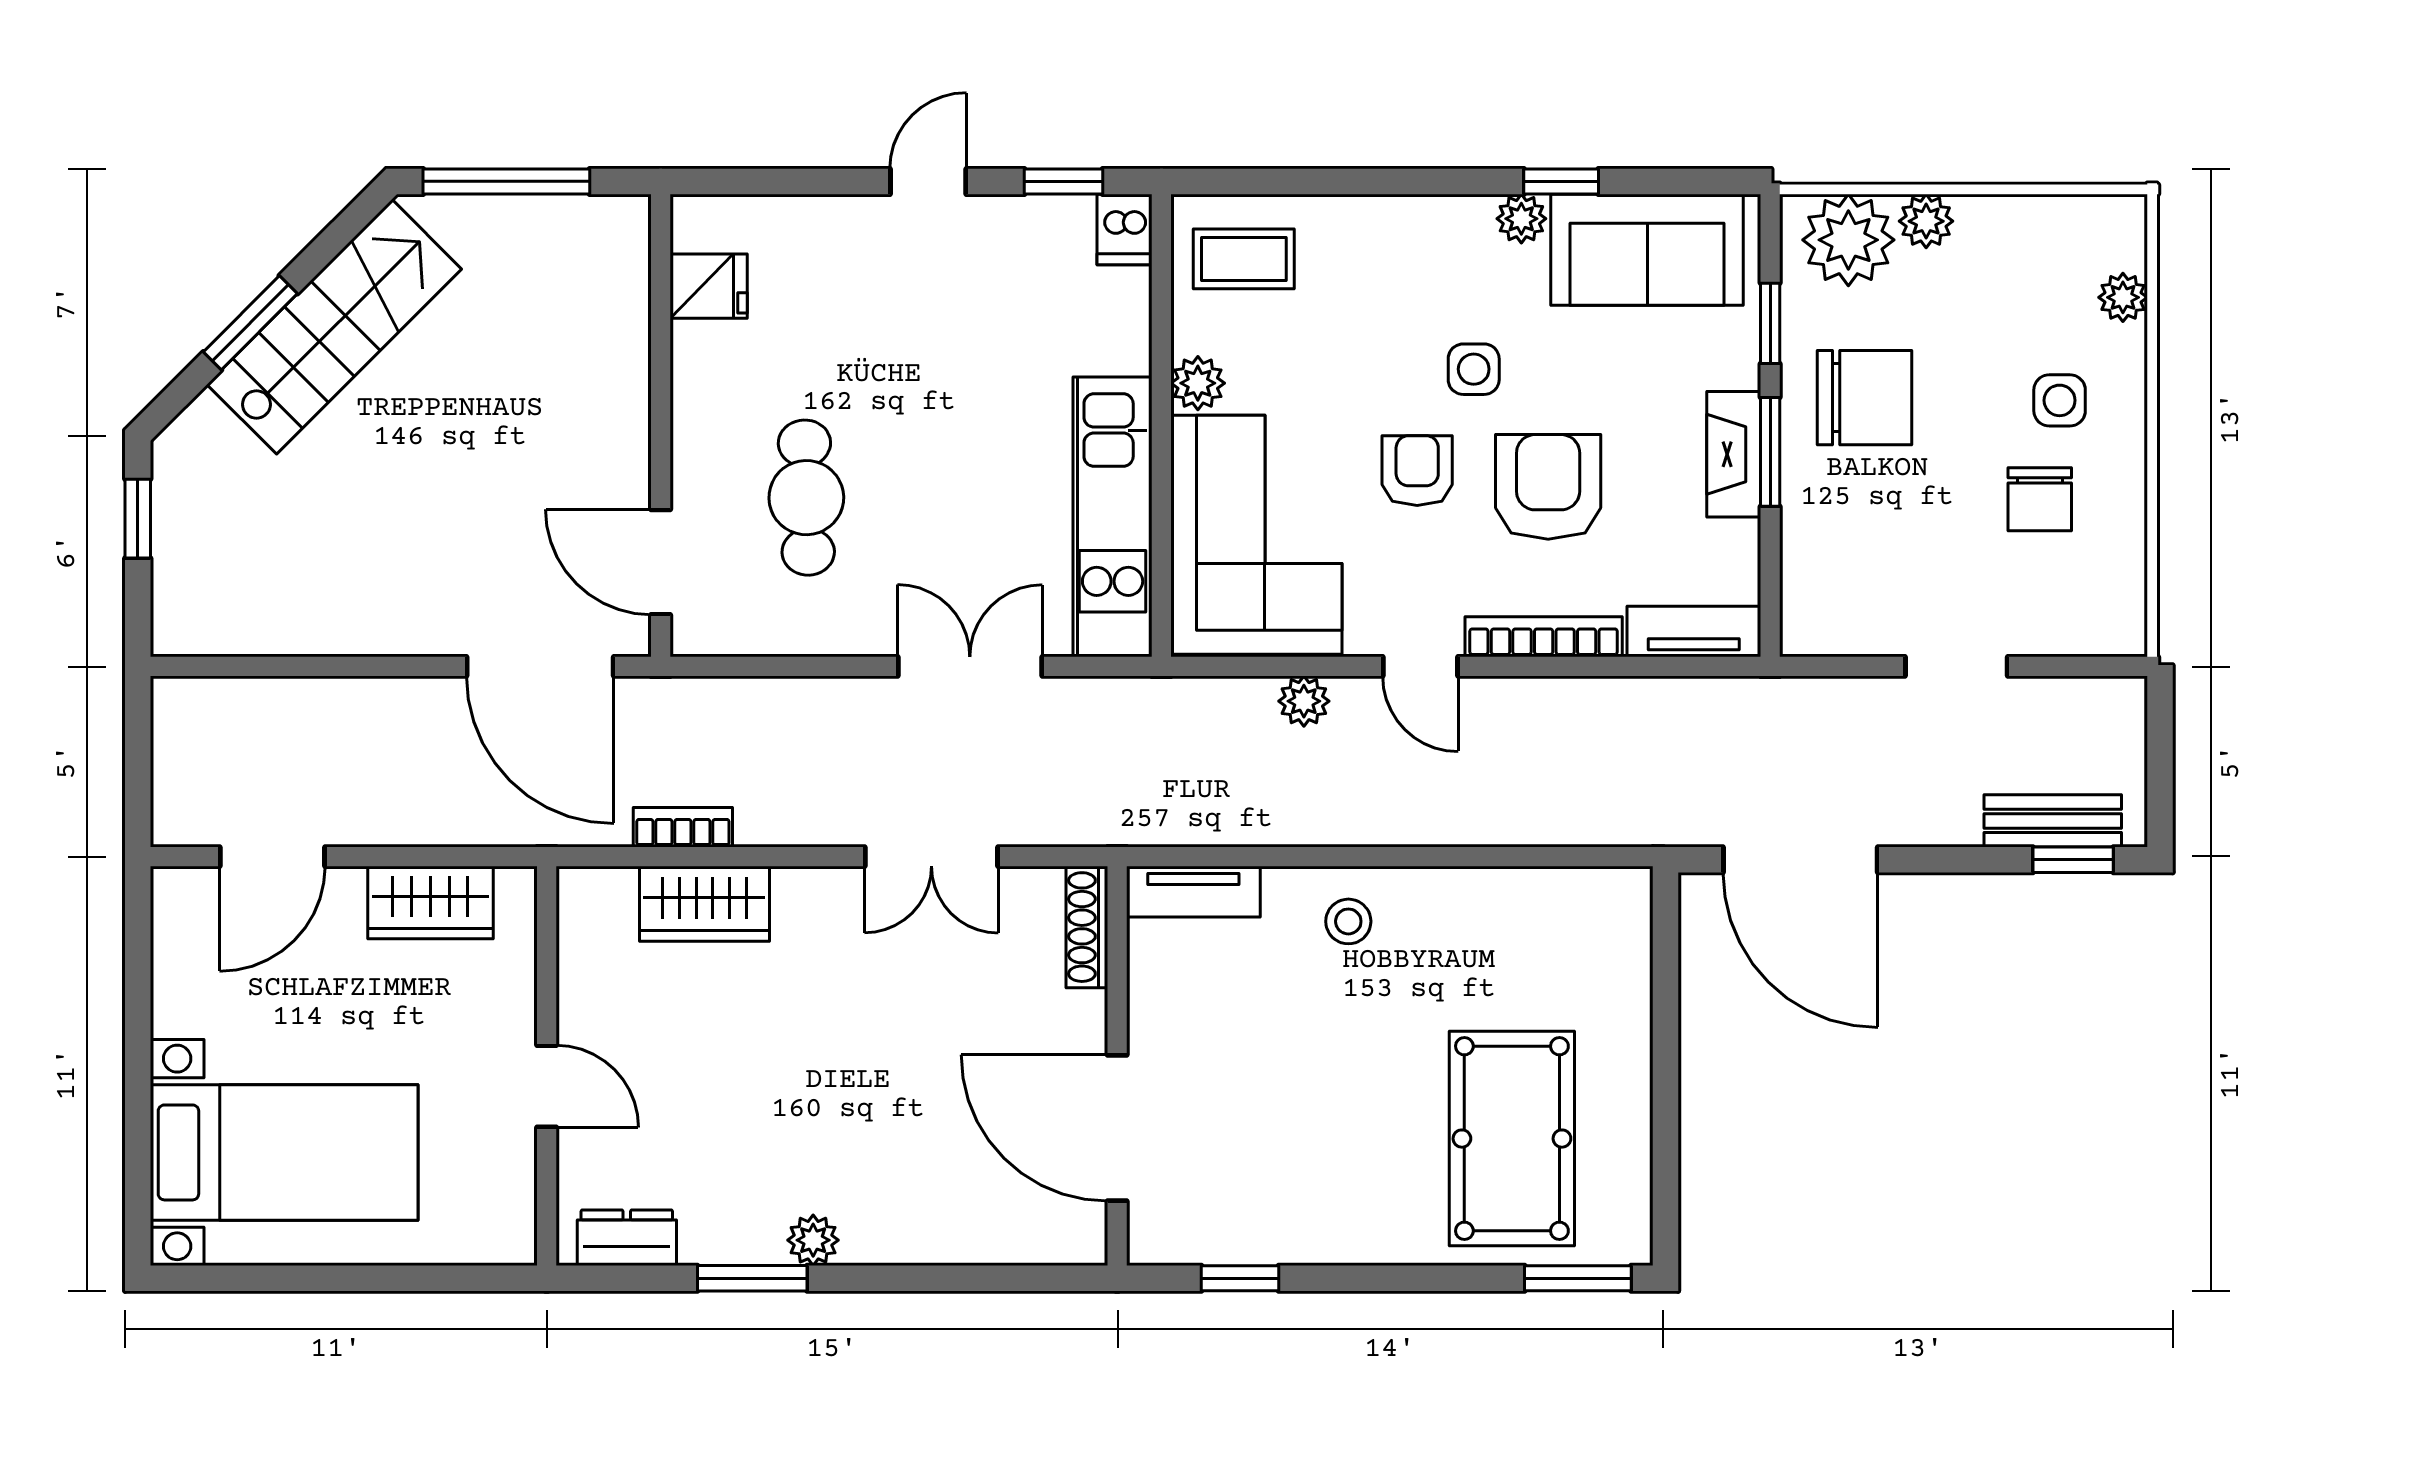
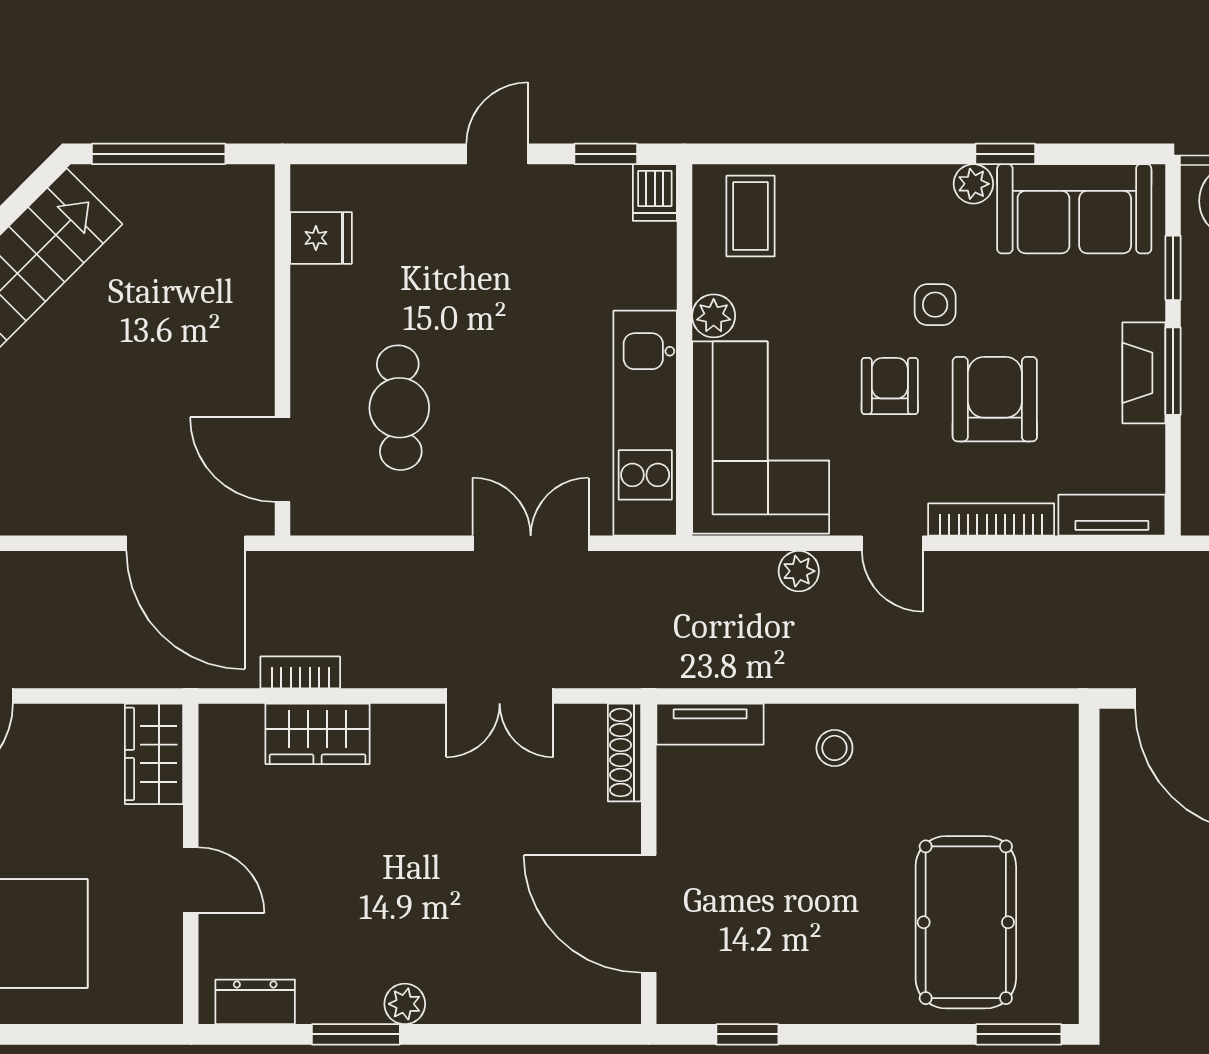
coffee table: (1244, 259) -> (751, 216), turned 90
wardrobe: (430, 902) -> (154, 754), moved, turned 90

